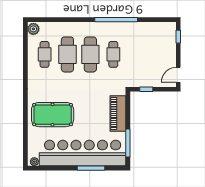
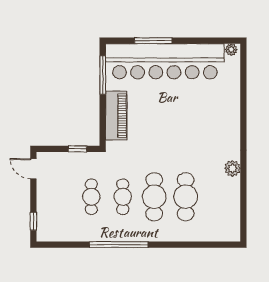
plant: (33, 29) -> (232, 168), moved
cafe table: (45, 54) -> (91, 197), moved
door: (178, 75) -> (33, 169), swing flipped
pool table: (53, 115) -> (206, 114), removed

